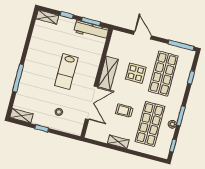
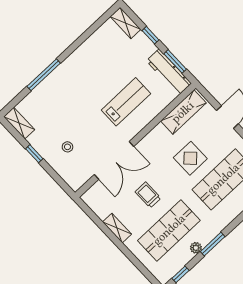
lab bench: (66, 72) -> (126, 102), moved, turned 180
shelving: (108, 73) -> (183, 112), moved

